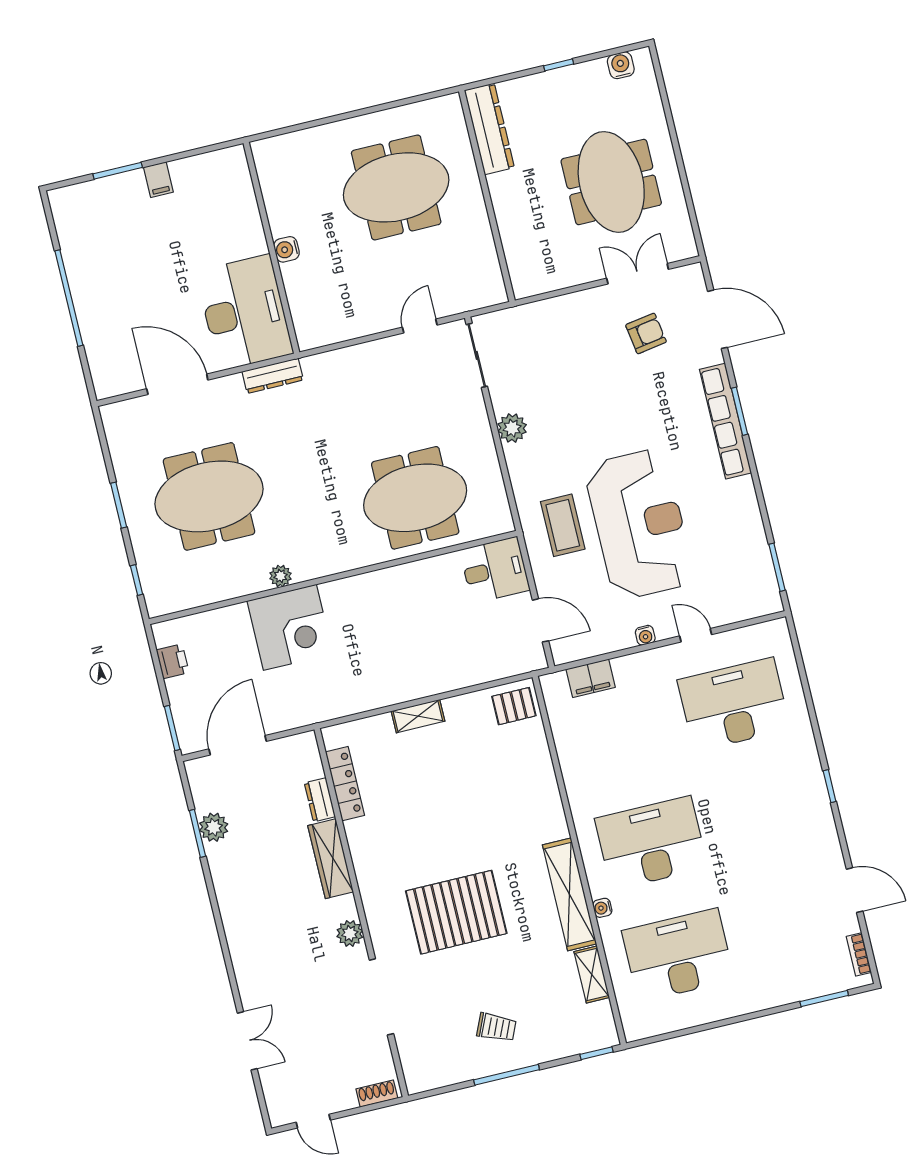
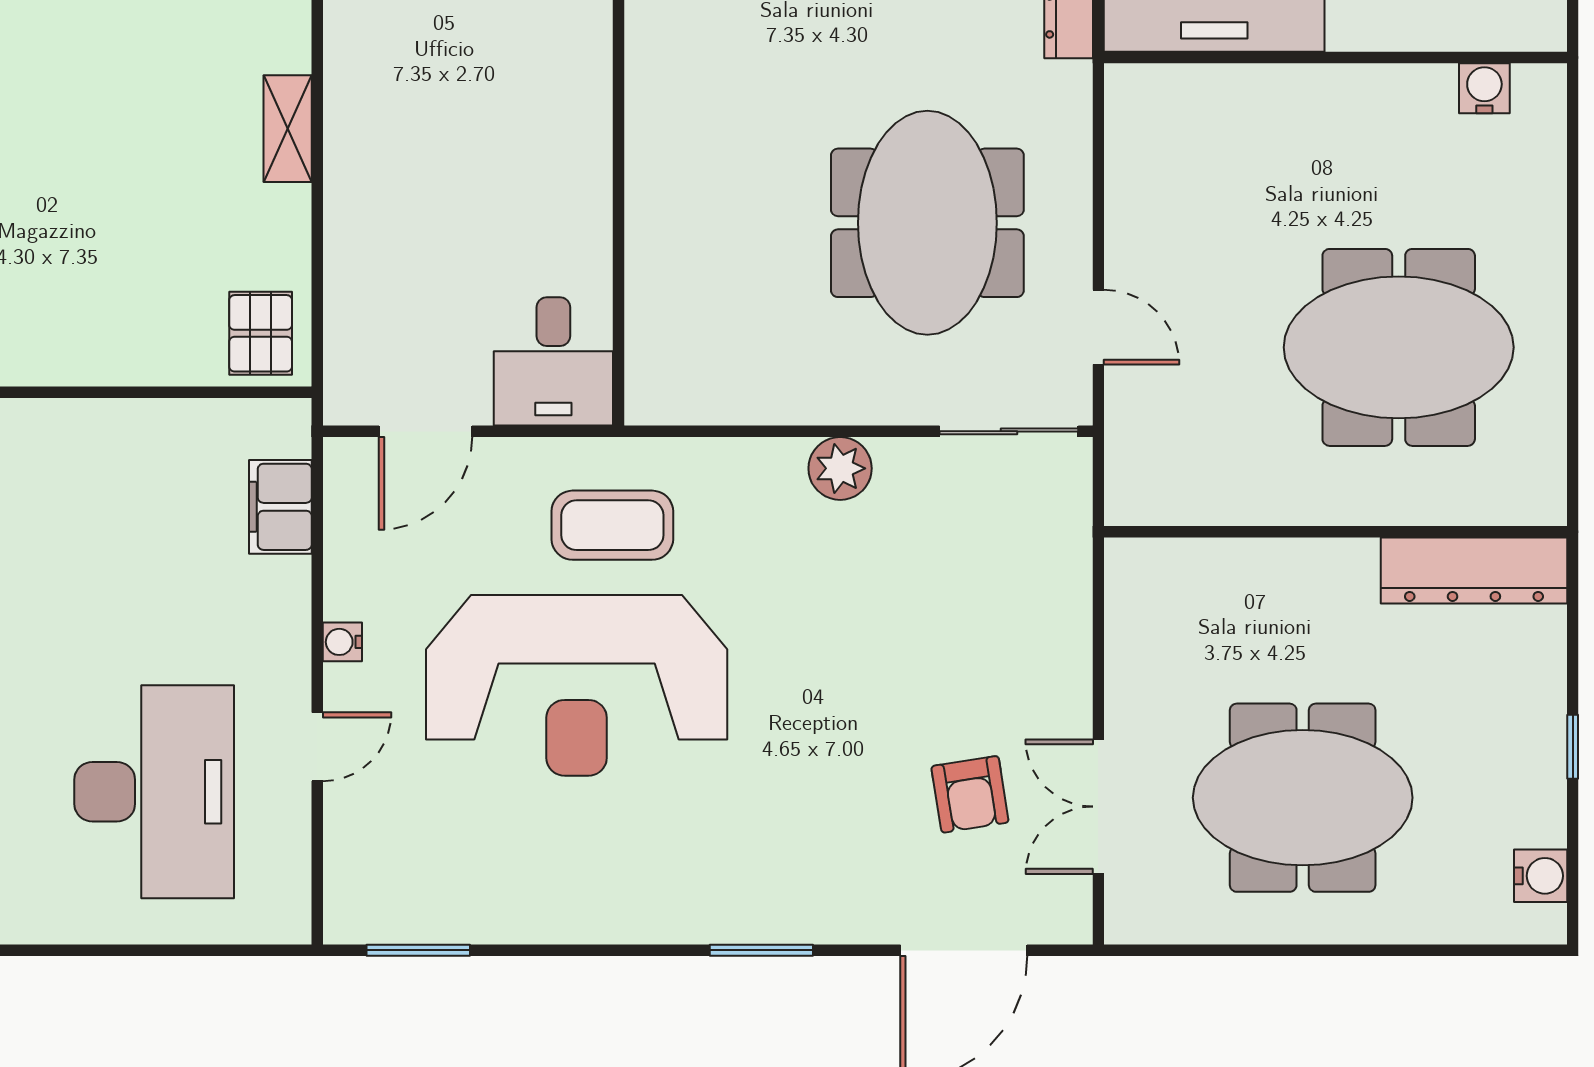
meeting table: (396, 187) -> (1399, 347), turned 90
water cooler: (286, 249) -> (1484, 88), moved
double door: (638, 274) -> (1098, 807), swing flipped
row of seats: (726, 421) -> (748, 916), removed
meeting table: (415, 498) -> (927, 223), moved

